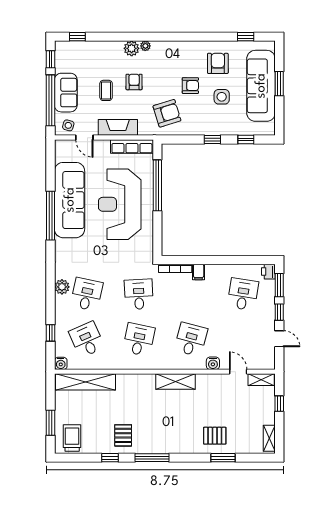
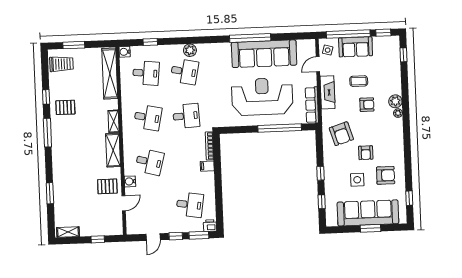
desk: (87, 339) -> (146, 73), turned 30
shelving: (261, 380) -> (114, 121), moved
pallet: (215, 436) -> (107, 186), moved, turned 90

